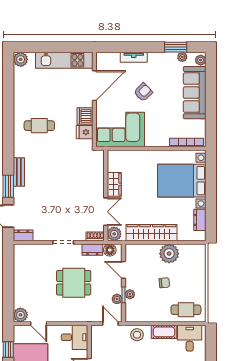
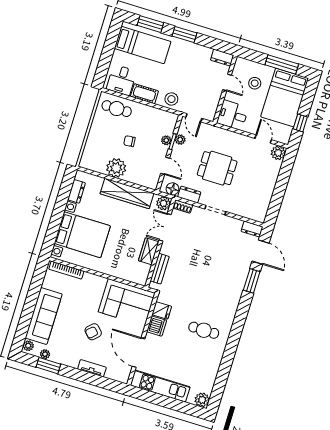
door: (94, 86) -> (139, 353), hinge flipped
bench: (19, 172) -> (160, 269), moved

